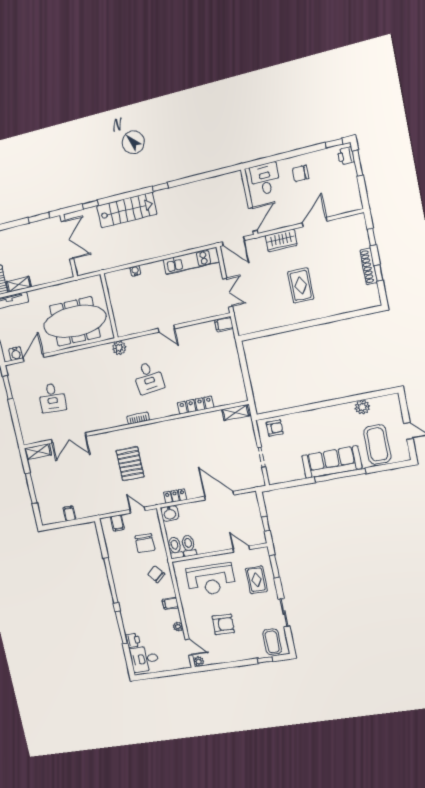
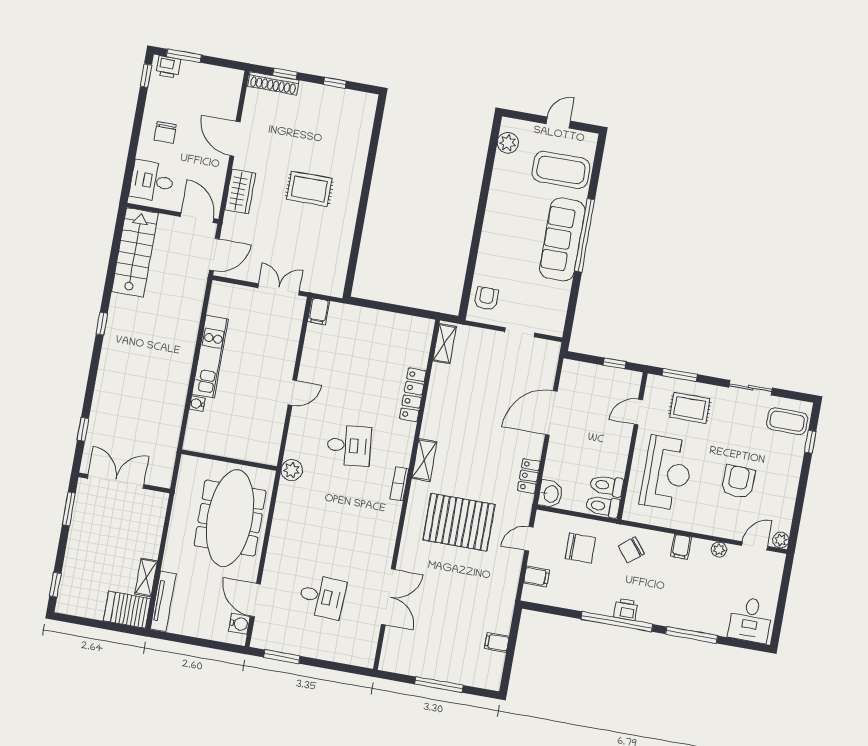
stairs: (127, 210) -> (135, 252), moved
kitchen unit: (191, 261) -> (210, 357), moved
shoe rack: (369, 266) -> (273, 83), moved
plant: (362, 407) -> (508, 143), moved
shelving: (38, 452) -> (424, 460), moved
pallet: (130, 464) -> (459, 522), width x1.37, depth x1.41
printer: (133, 640) -> (626, 609), moved

